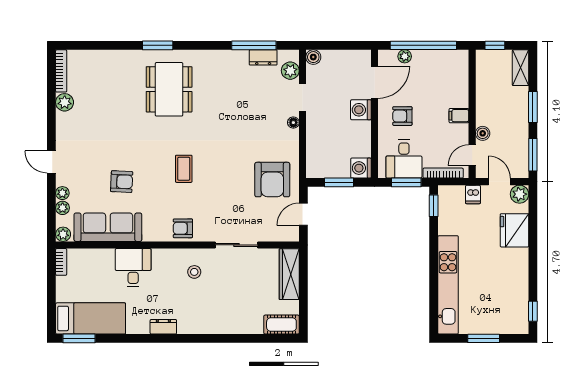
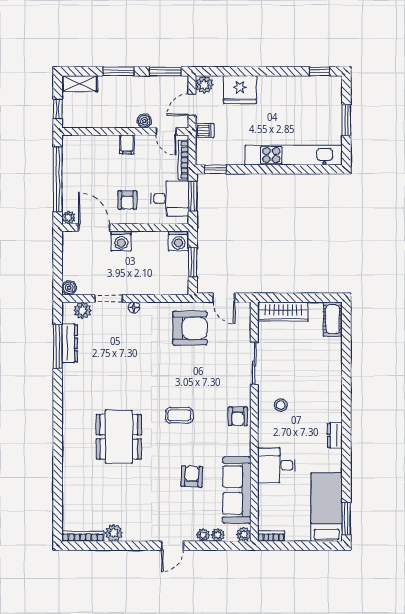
window: (158, 45) -> (58, 441), removed
plant: (405, 56) -> (69, 218), moved
dresser: (263, 57) -> (70, 343), width x1.44
dining table: (169, 89) -> (119, 437), moved, turned 90

